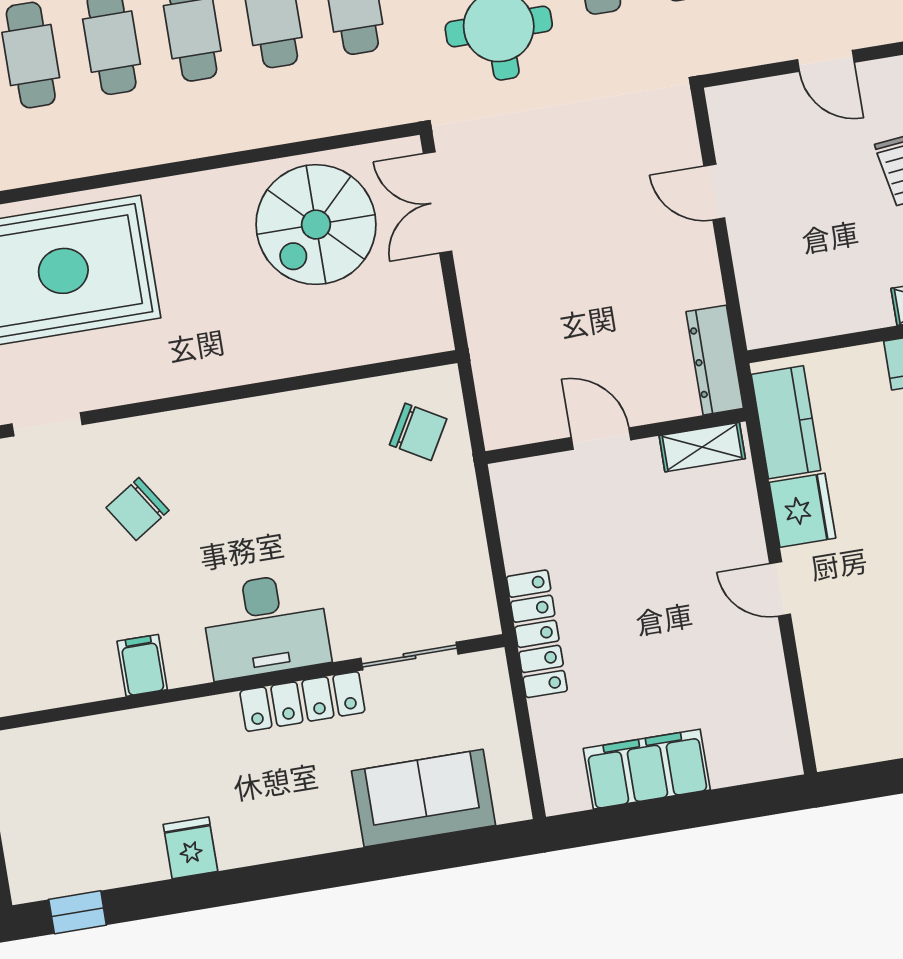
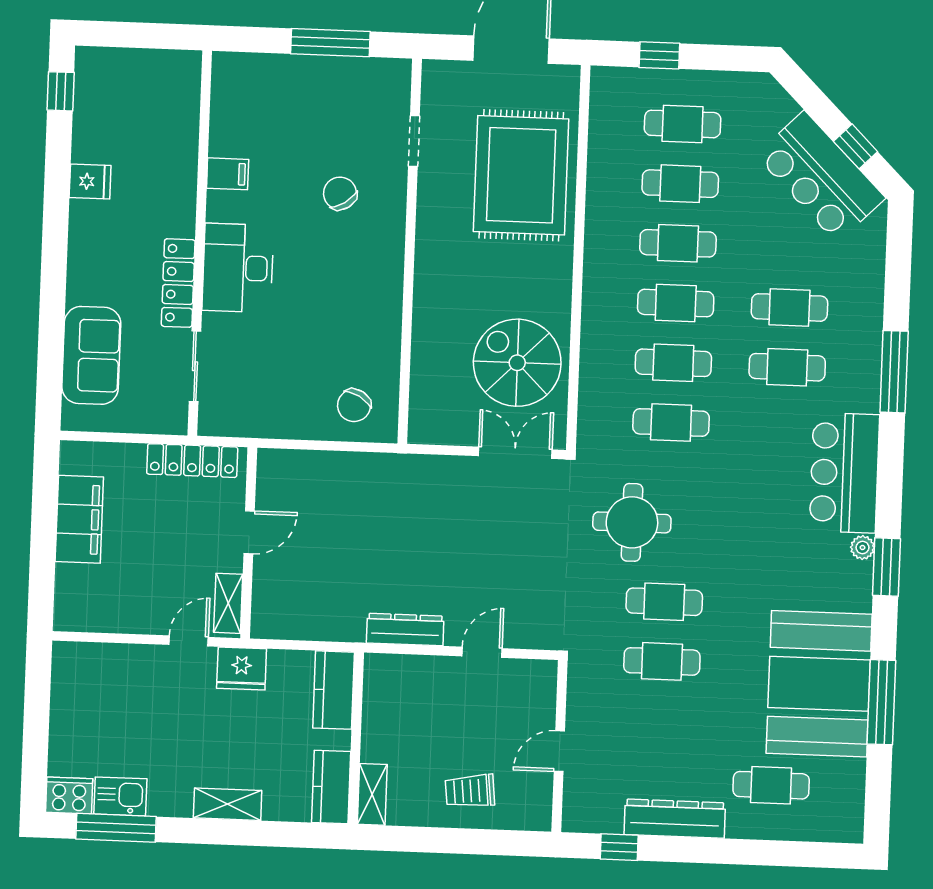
dresser: (715, 360) -> (405, 630), moved
kitchen counter: (786, 422) -> (334, 690), moved, turned 90
wall: (615, 436) -> (249, 543), moved
door: (601, 439) -> (249, 532), moved
shelving: (702, 447) -> (228, 603), moved

